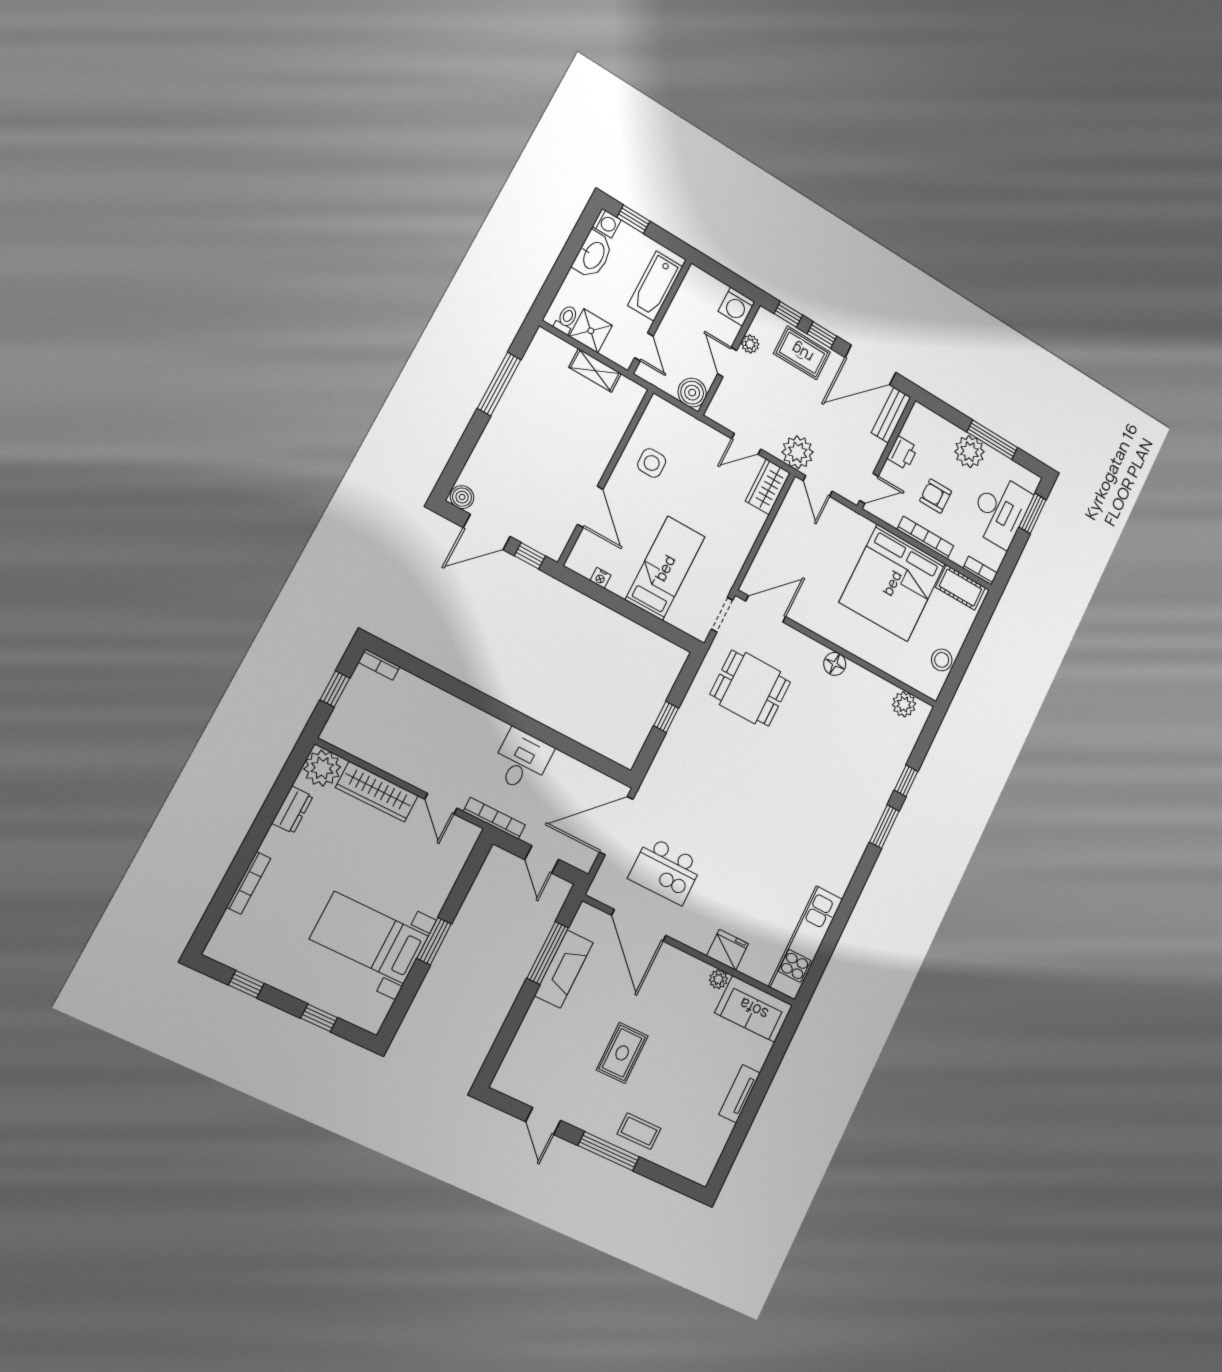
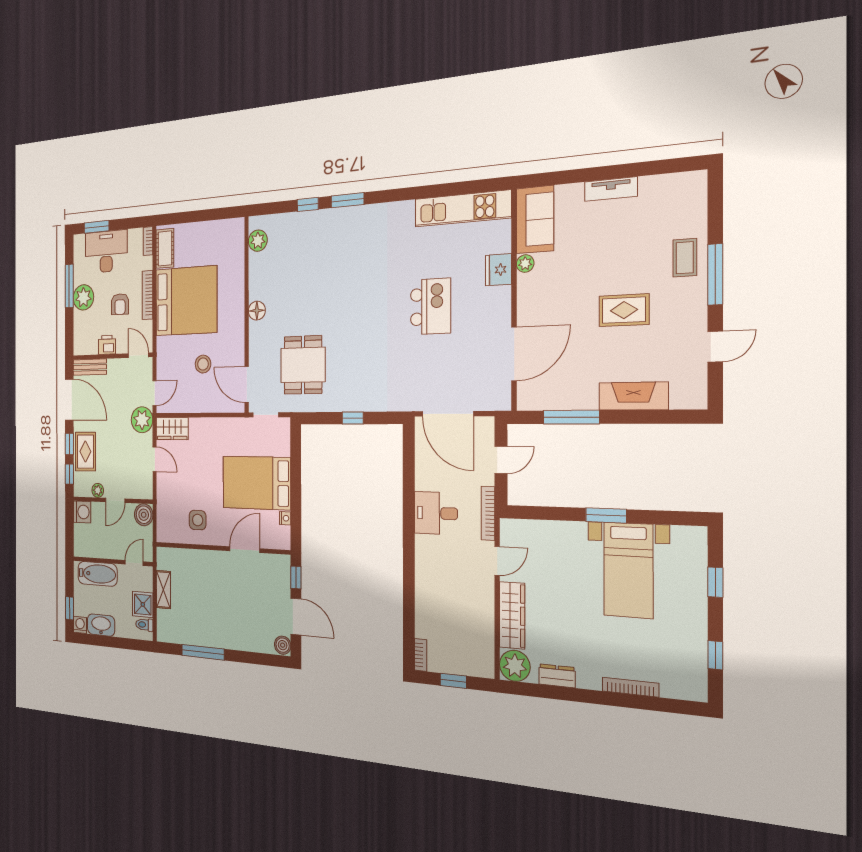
bed: (665, 568) -> (256, 483), width x1.50
stool: (942, 660) -> (203, 364), moved
kitchen island: (666, 871) -> (431, 306), moved
fireplace: (564, 969) -> (633, 396), moved

